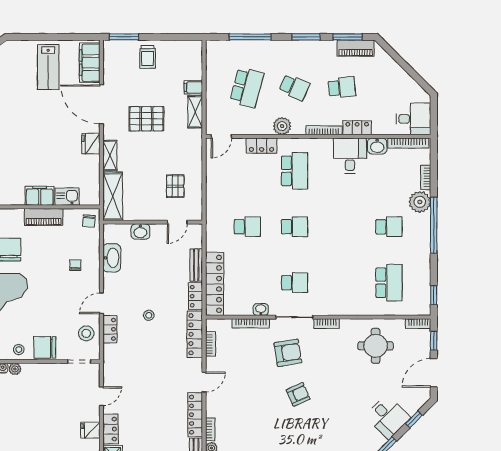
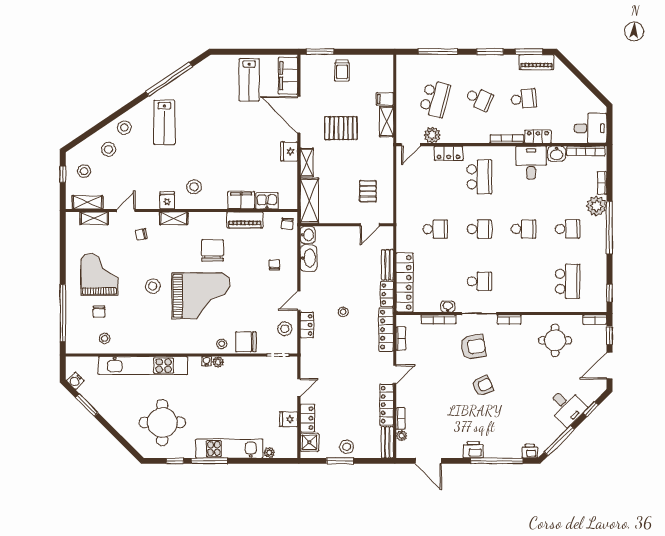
plant: (282, 126) -> (432, 135), moved
school desk: (342, 227) -> (523, 229), added
washbasin: (140, 232) -> (308, 235), moved, turned -90

